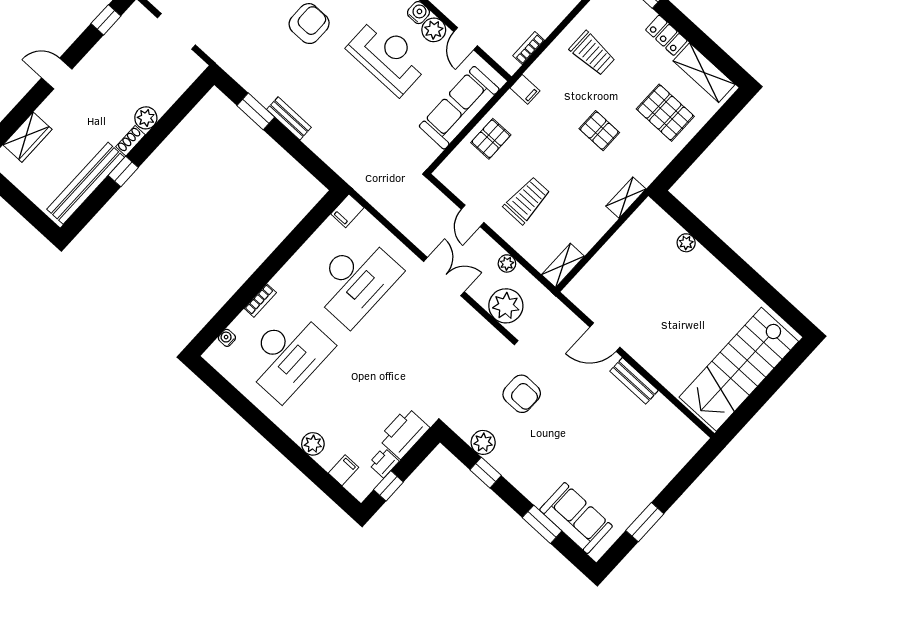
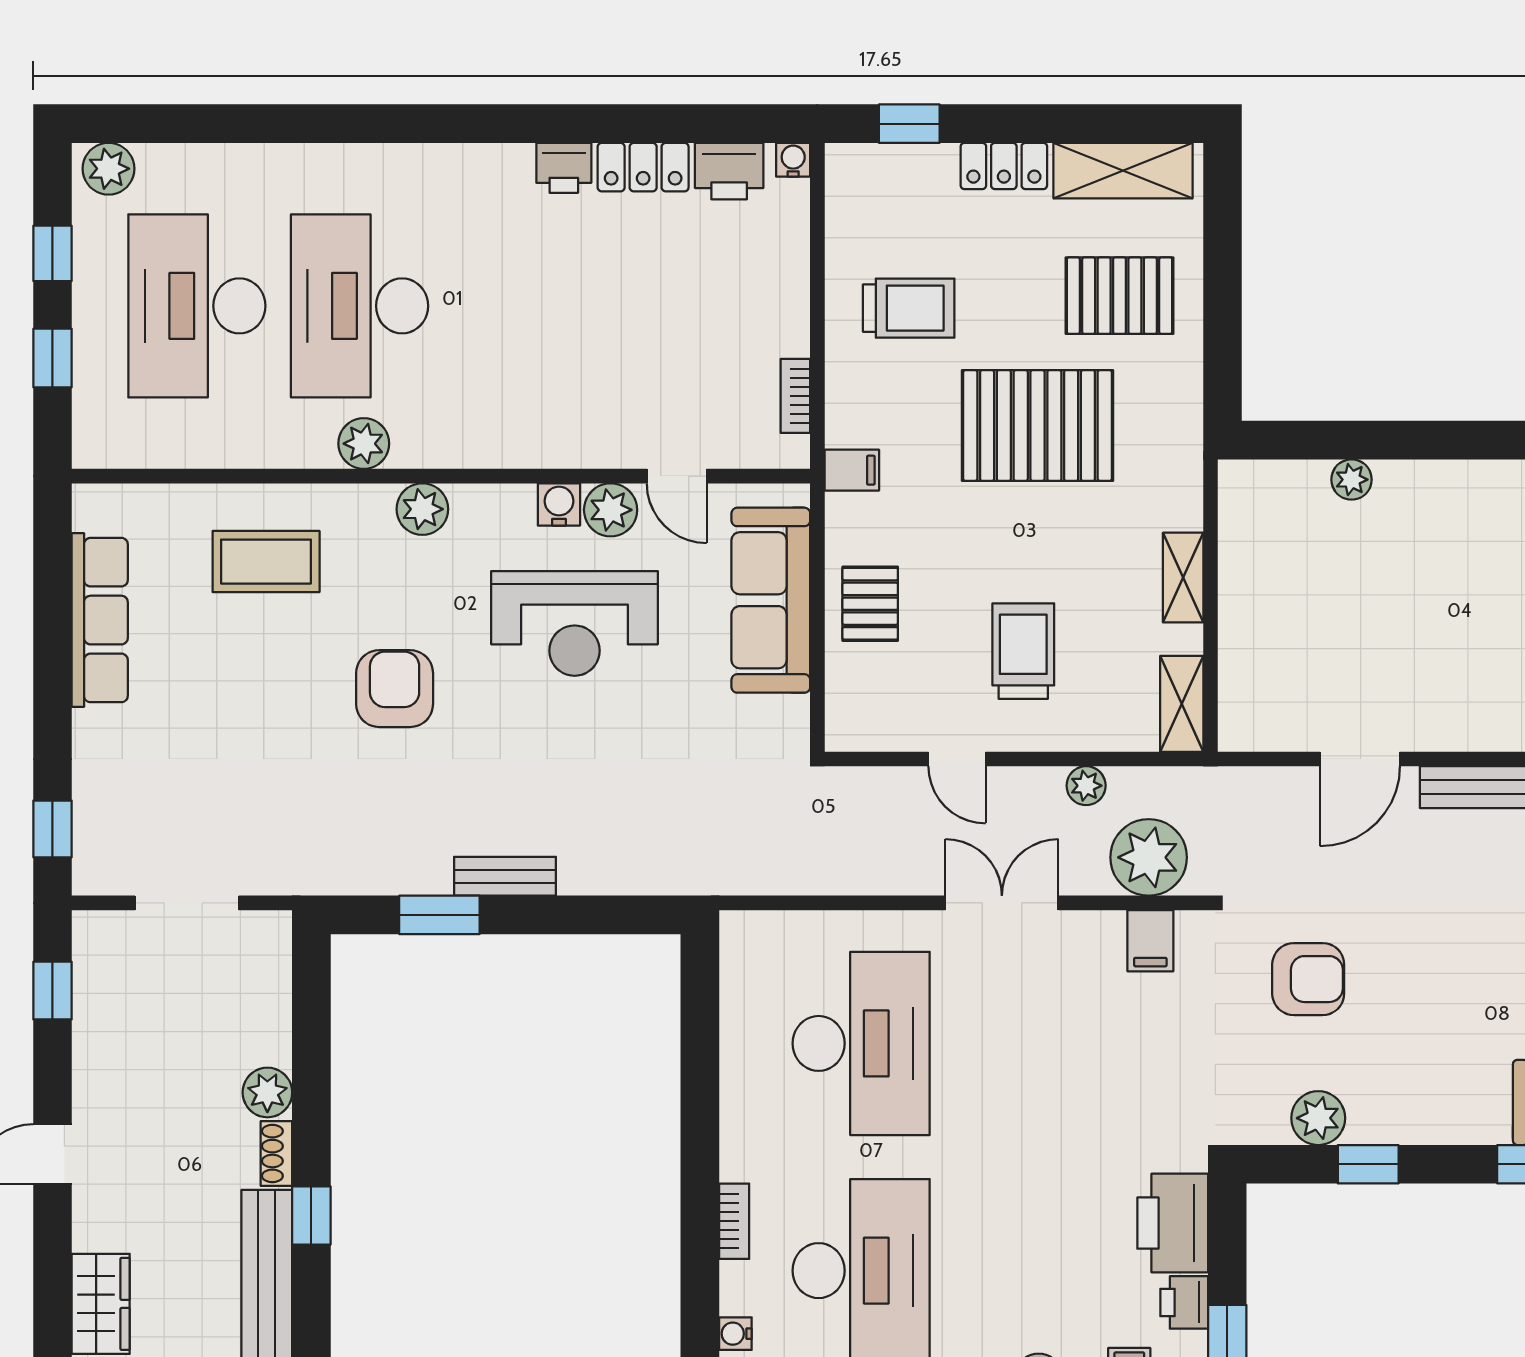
reception desk: (388, 56) -> (575, 623), turned 180
pallet: (599, 131) -> (1038, 426), width x2.05, depth x2.00
shelving: (626, 198) -> (1183, 578), moved
filing cabinet: (347, 211) -> (1150, 941), moved

